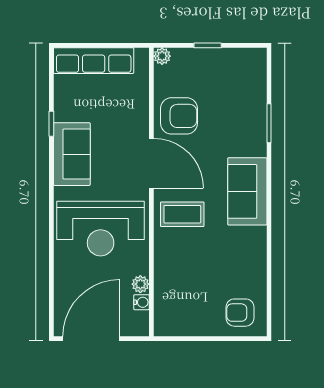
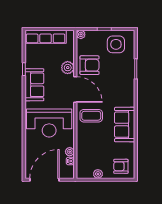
side table: (230, 75) -> (116, 44), added
plant: (137, 121) -> (68, 68), added
sofa: (247, 191) -> (125, 125), moved
plant: (195, 327) -> (98, 174), added

